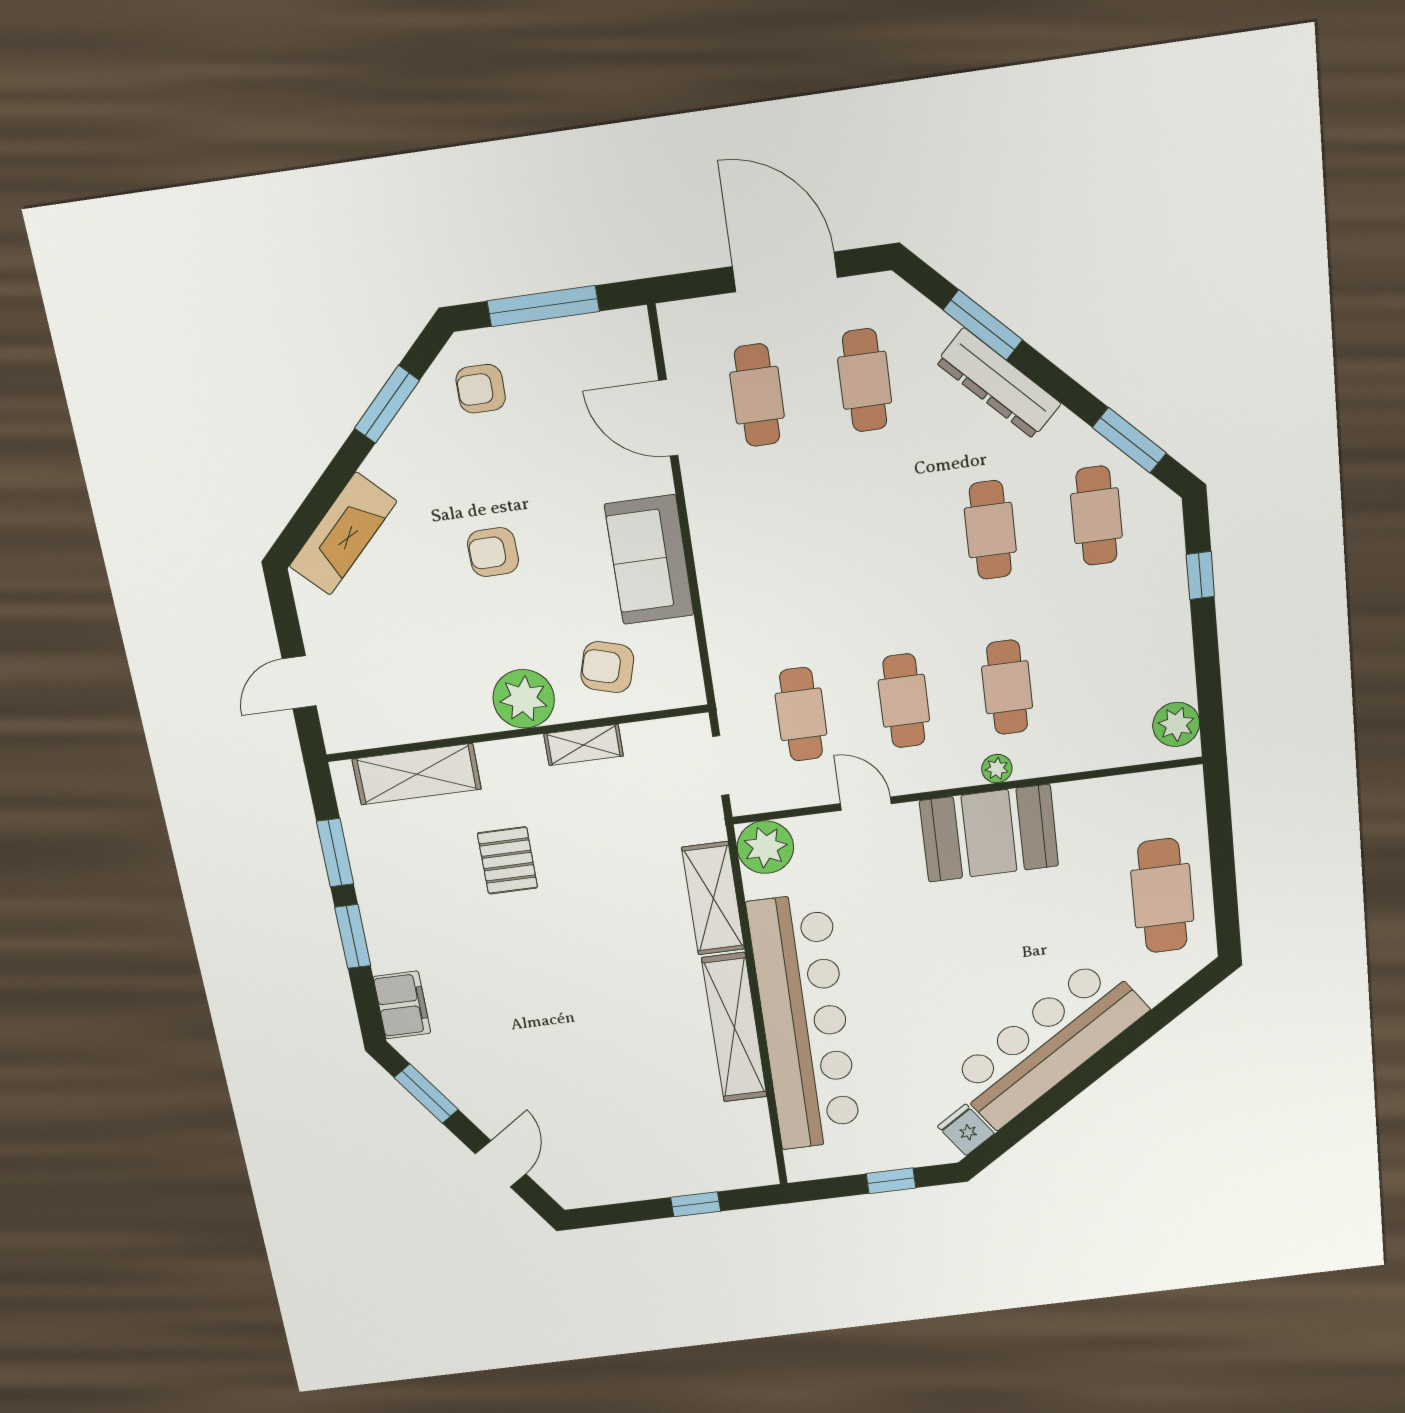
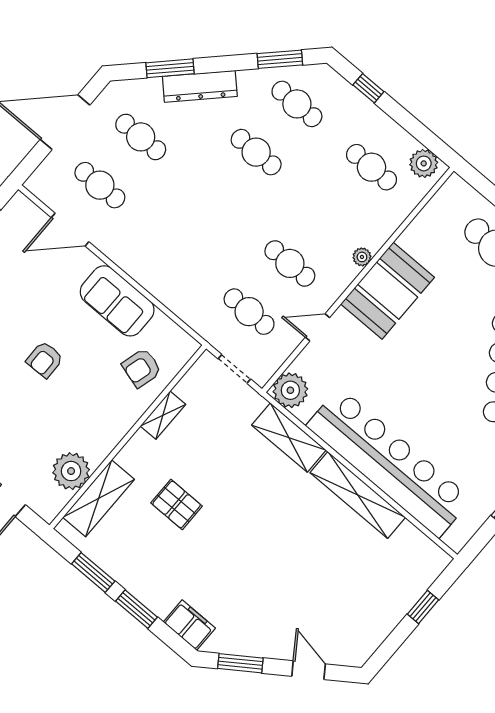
cafe table: (1007, 687) -> (372, 167), moved
plant: (524, 699) -> (71, 471), moved

